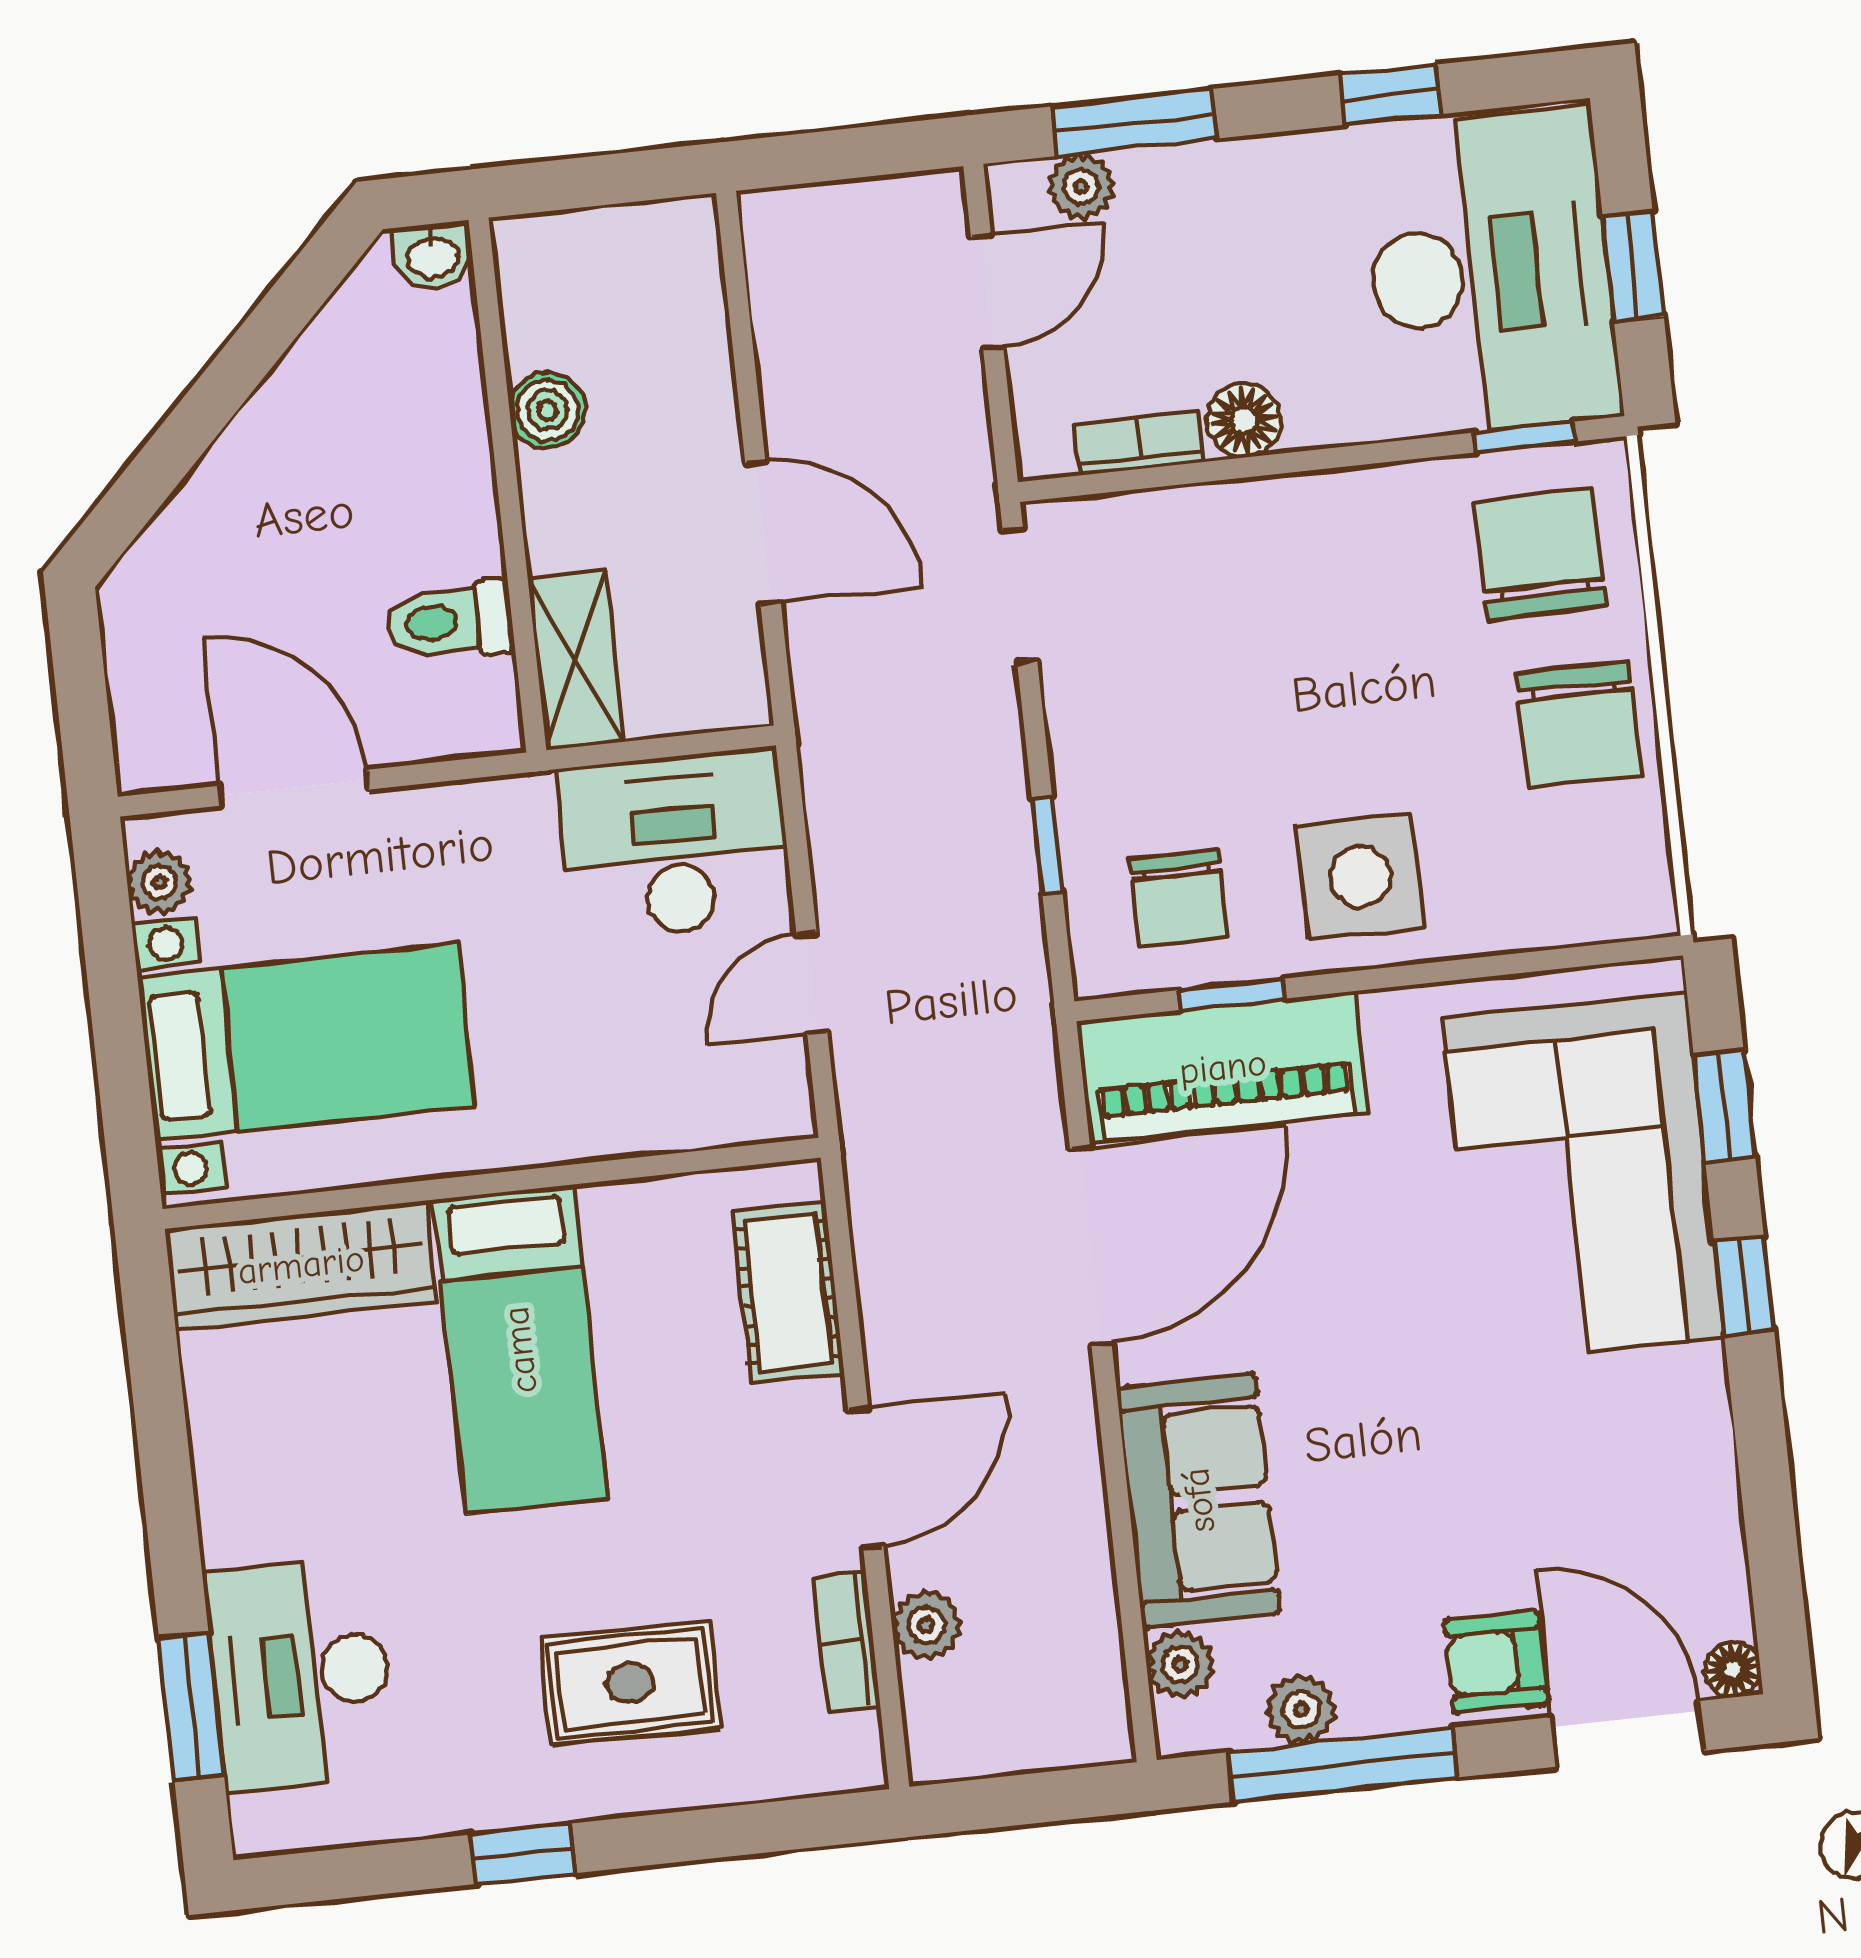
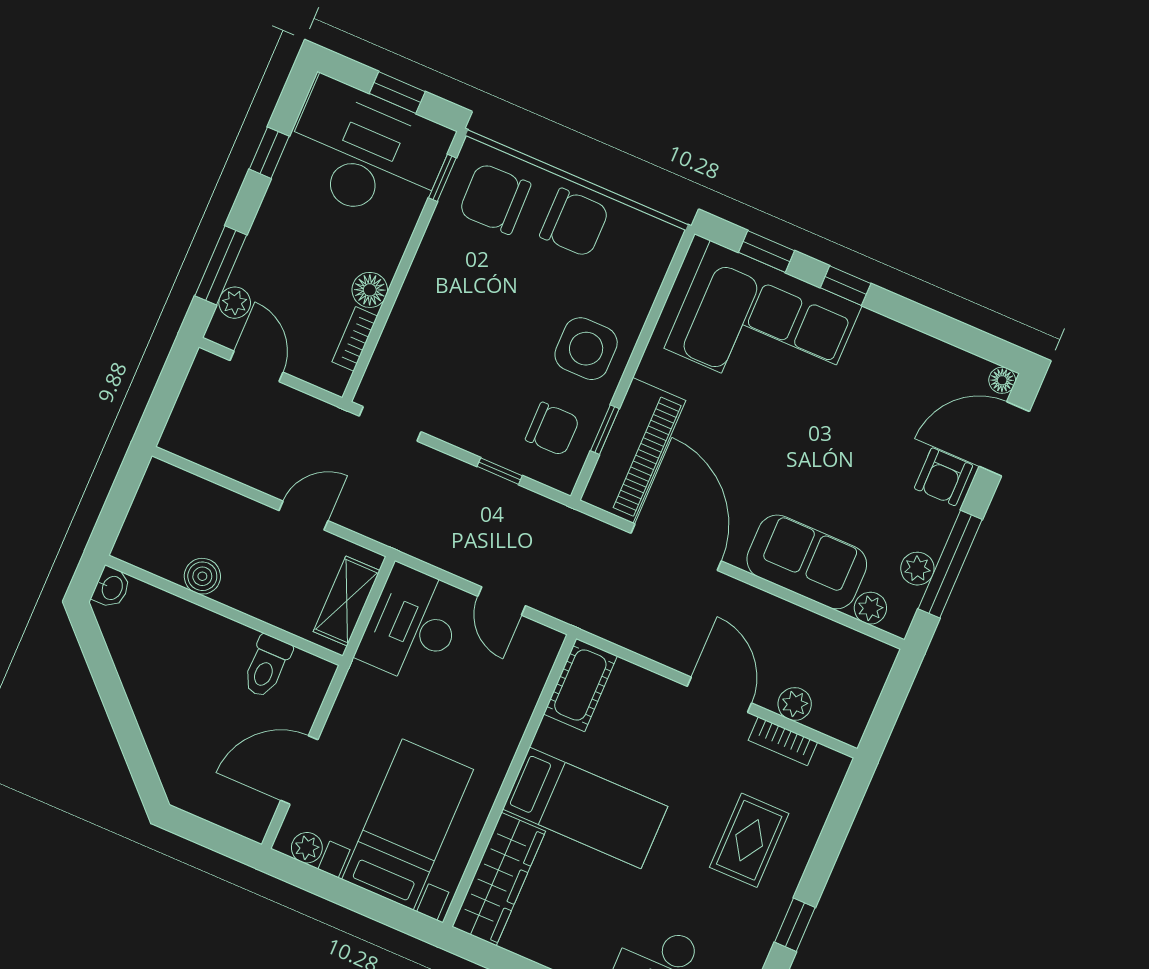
door: (763, 532) -> (303, 516), width x0.73
shelving: (576, 660) -> (347, 601), moved, turned 90
cot: (788, 1292) -> (580, 685), moved, turned 90

